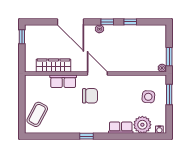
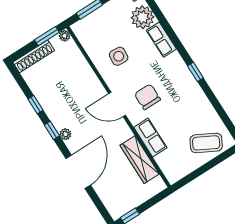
shoe rack: (161, 40) -> (34, 56), added
door: (97, 74) -> (117, 104), hinge flipped
side table: (148, 97) -> (119, 56), moved

